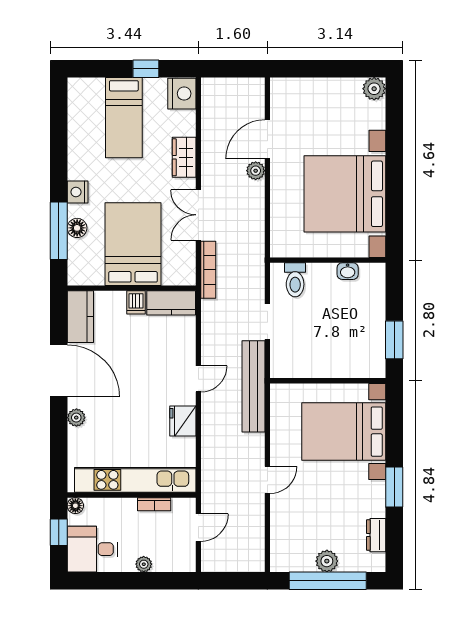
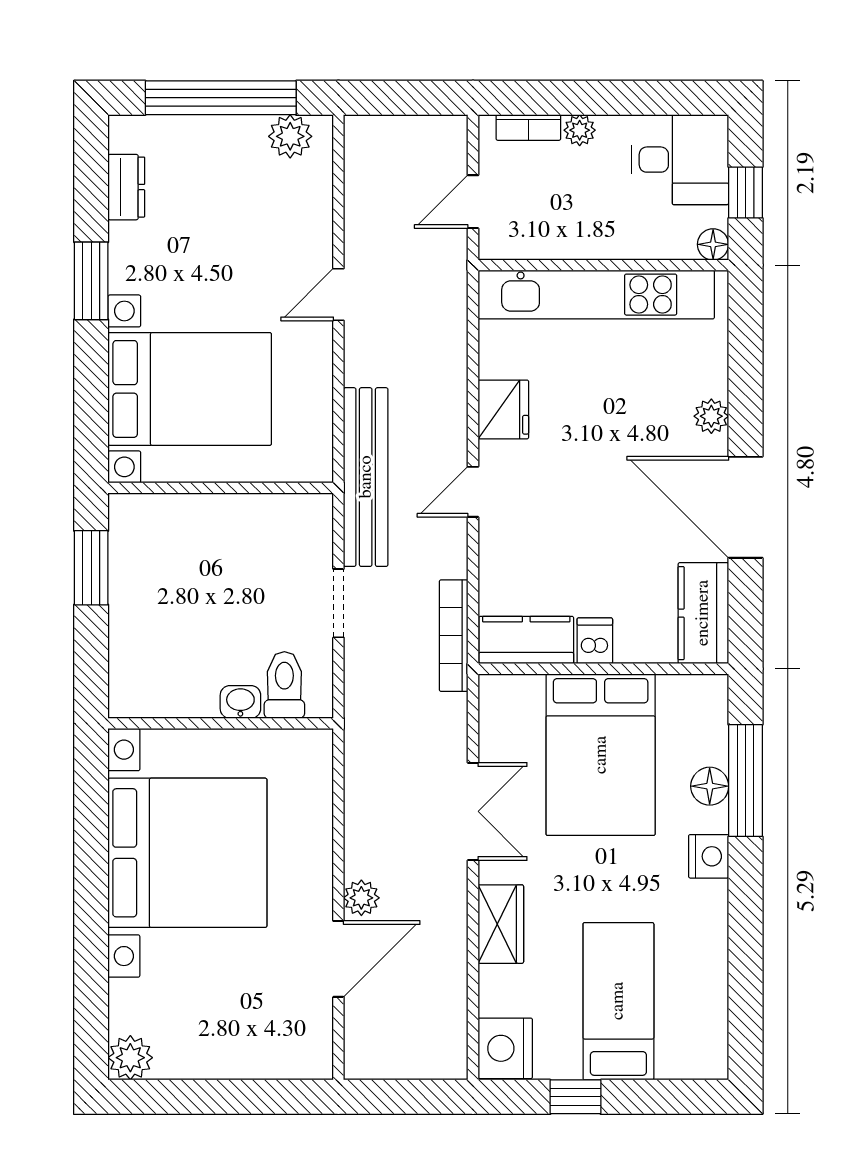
bookcase: (208, 270) -> (454, 636), moved
washbasin: (348, 271) -> (240, 702), moved
bookcase: (154, 504) -> (528, 127), moved, turned 180
plant: (327, 561) -> (290, 136), moved

